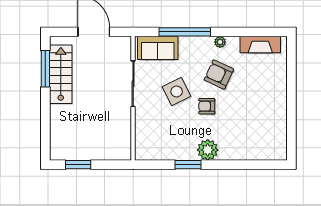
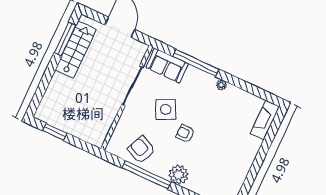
fireplace: (260, 45) -> (265, 120), moved, turned 90
armchair: (219, 74) -> (141, 150), moved
plant: (208, 150) -> (178, 175), moved
window: (188, 165) -> (147, 175), width x2.11

